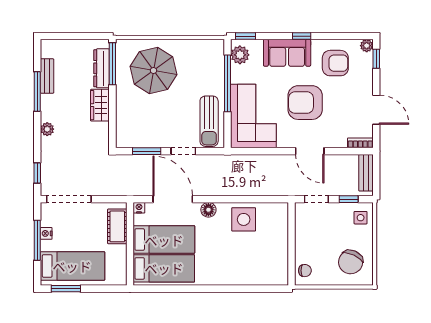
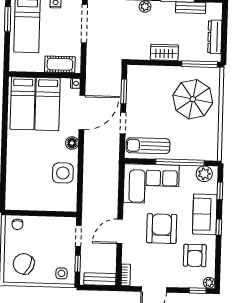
window: (245, 36) -> (220, 191), moved
dresser: (102, 68) -> (215, 37), moved, turned -90

